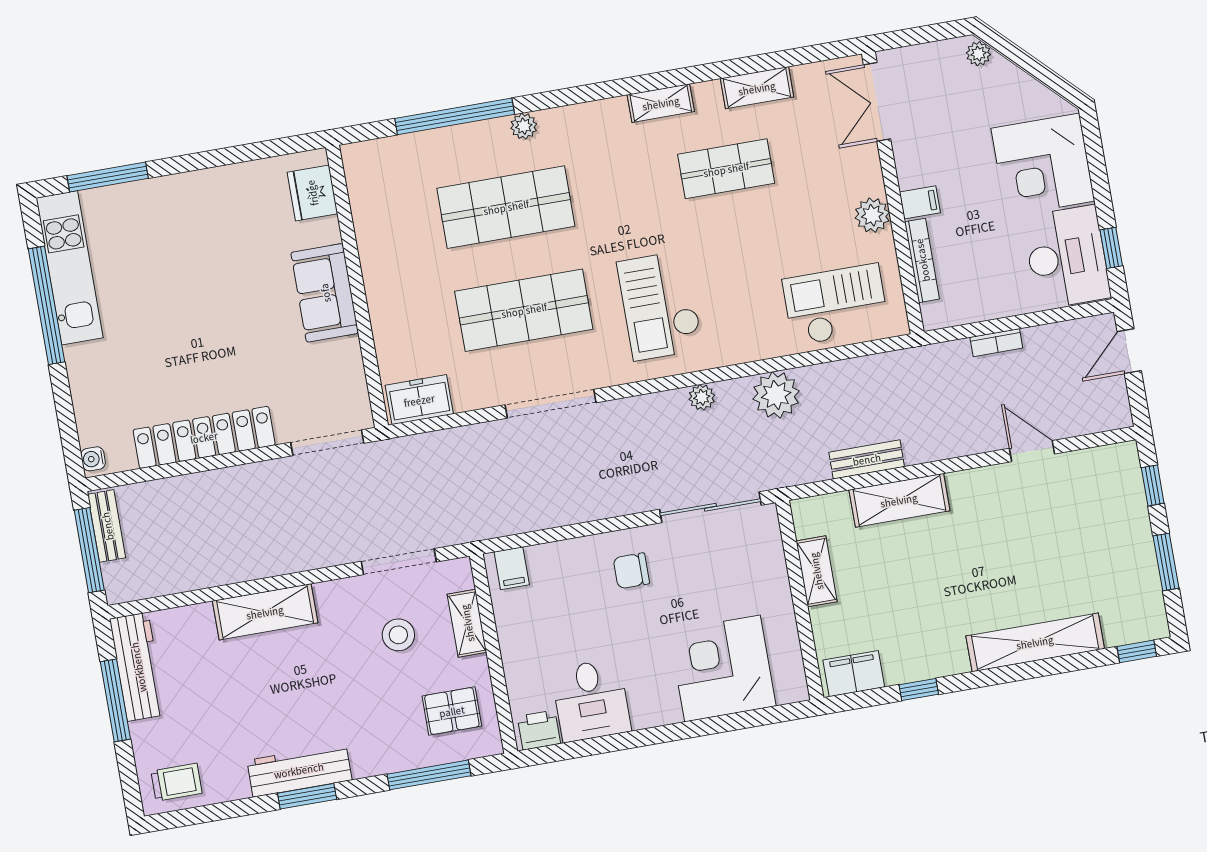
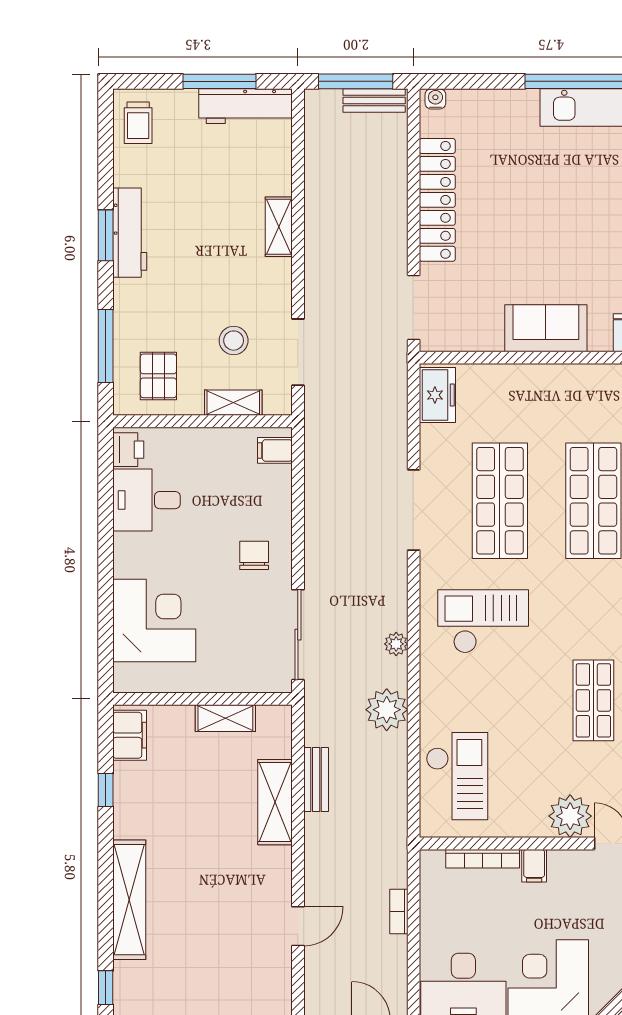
plant: (872, 215) -> (570, 816), moved, width x1.36, depth x1.36
shelving: (265, 612) -> (279, 227), width x0.67, depth x0.75

